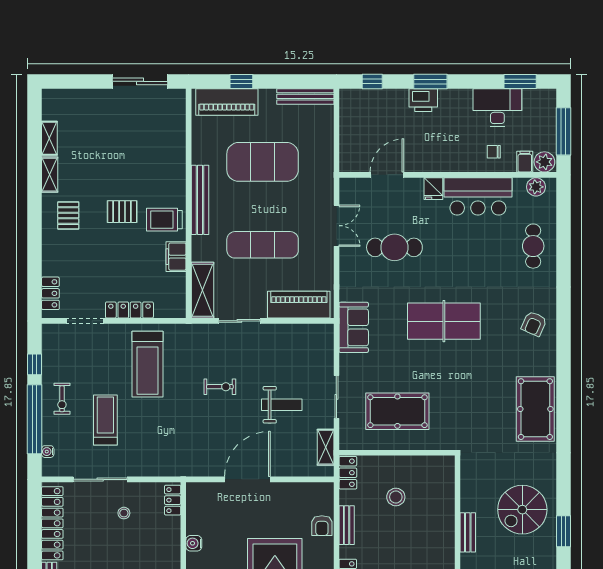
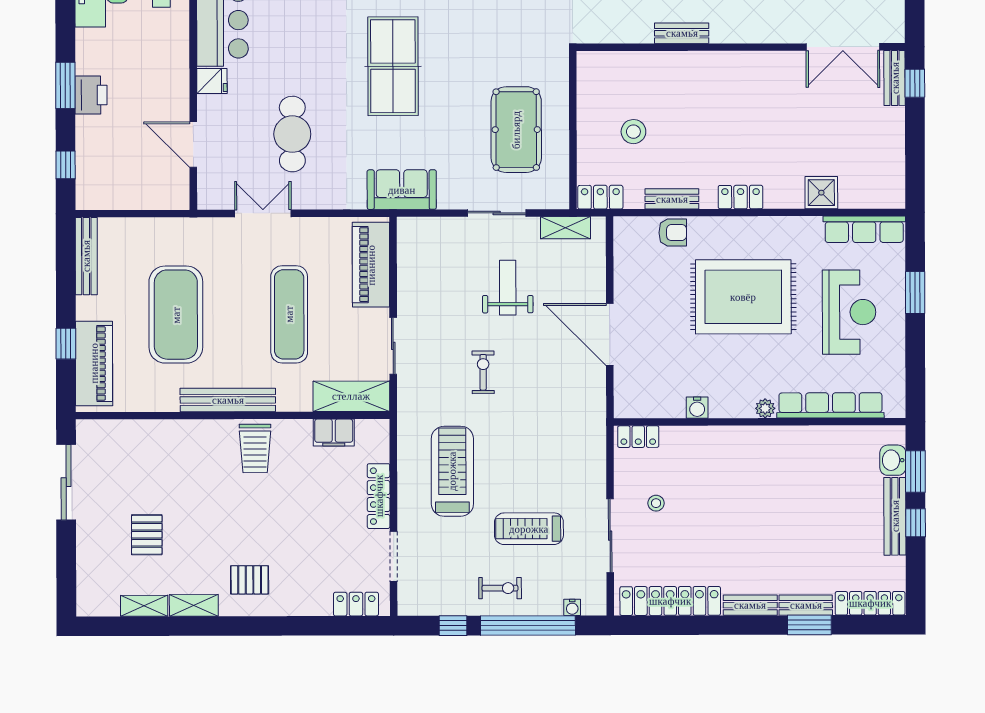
pallet: (122, 212) -> (147, 535), moved
filing cabinet: (176, 257) -> (334, 433), moved
treadmill: (148, 364) -> (452, 471), turned -90

